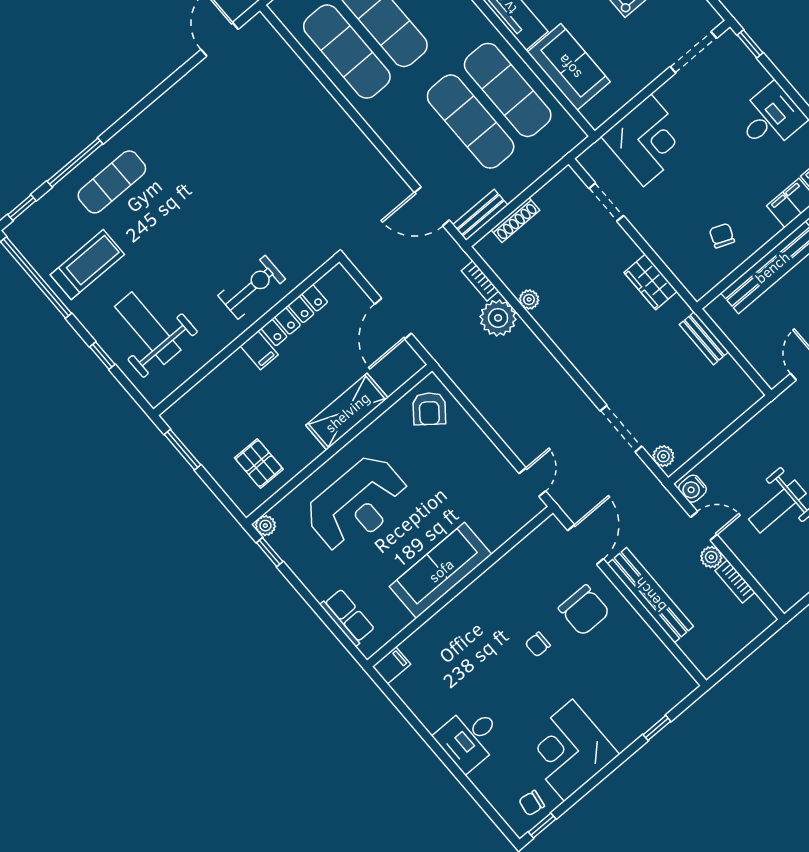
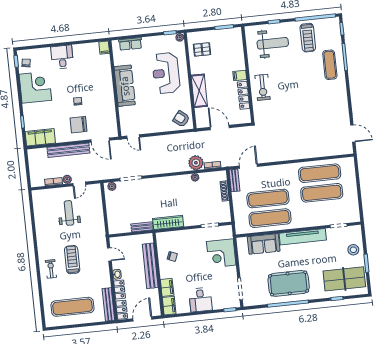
wardrobe: (651, 282) -> (168, 222), width x1.50
water cooler: (693, 489) -> (94, 189), removed
filing cabinet: (663, 671) -> (40, 137), added

